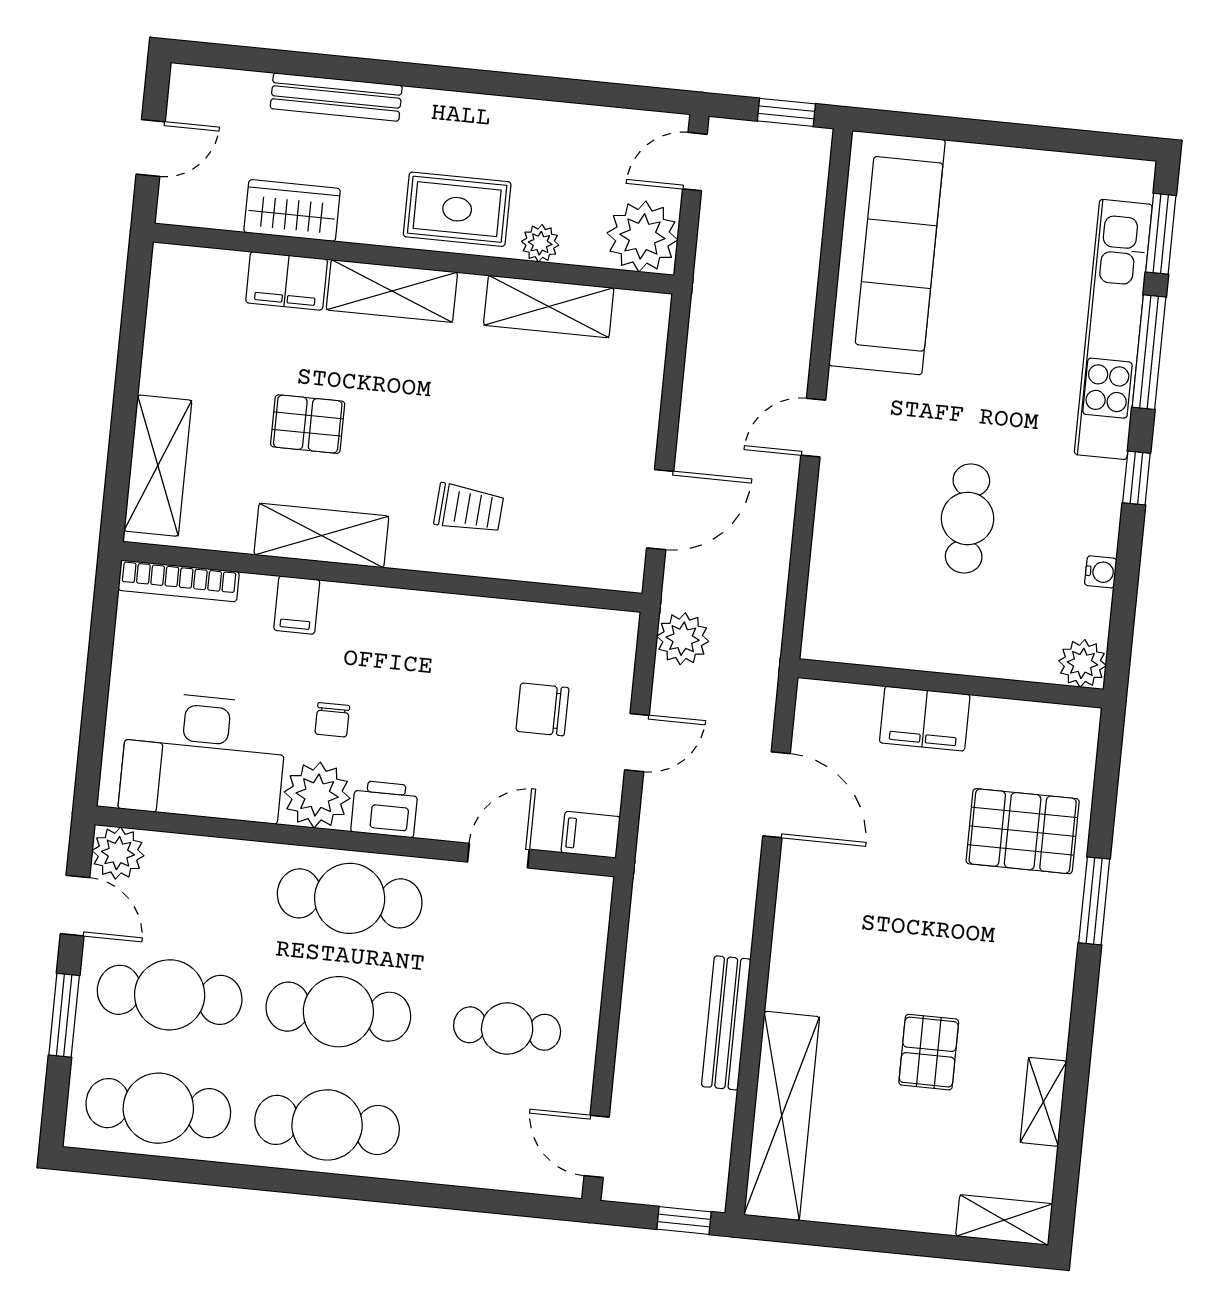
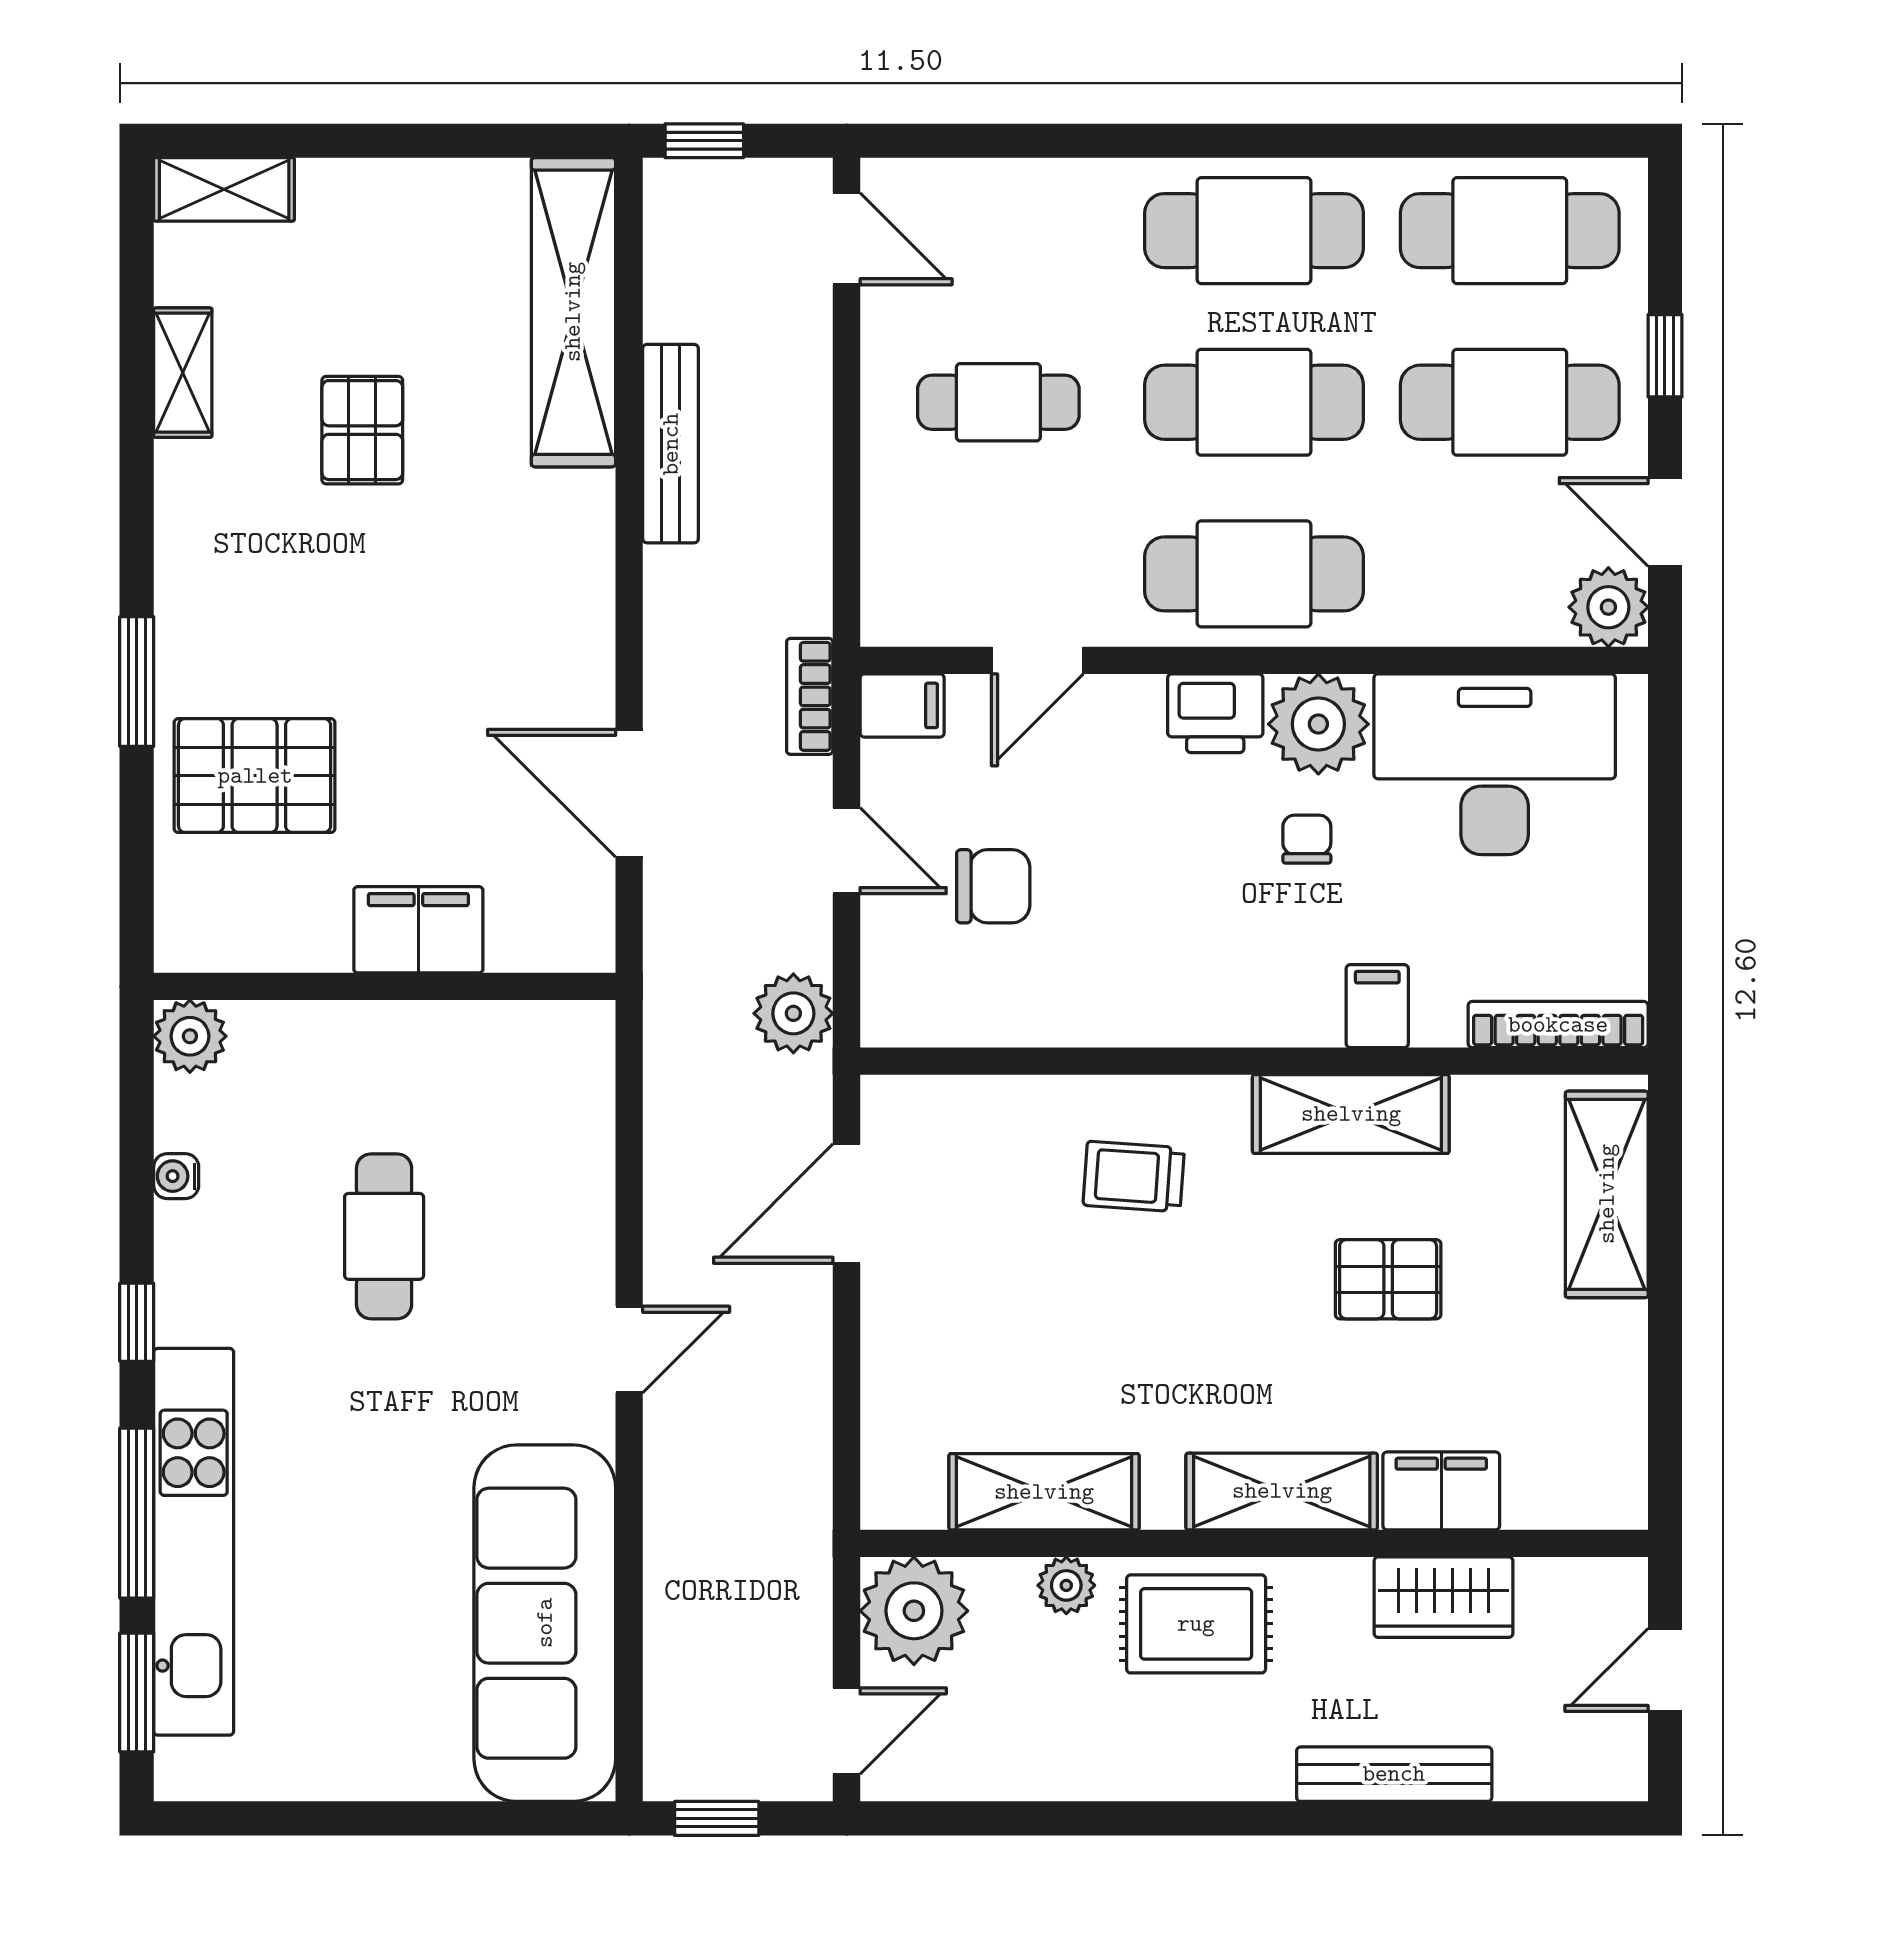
door: (637, 743) -> (847, 851), swing flipped
bookcase: (651, 847) -> (810, 696), added
window: (64, 1015) -> (1665, 356), width x0.67

